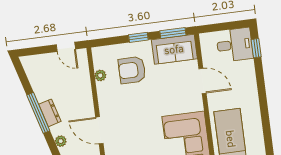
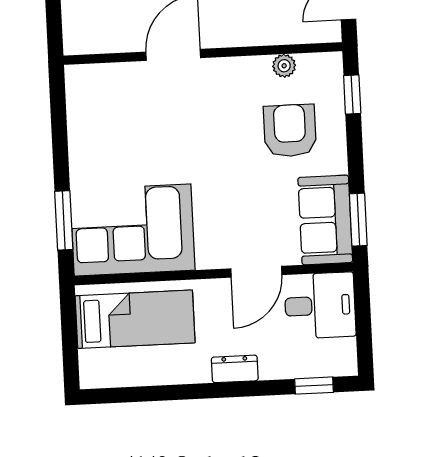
window: (138, 37) -> (352, 94), moved
desk: (235, 45) -> (320, 306), moved, turned -90
dresser: (251, 88) -> (235, 369), added

